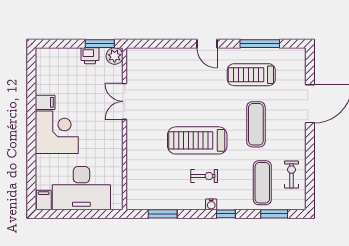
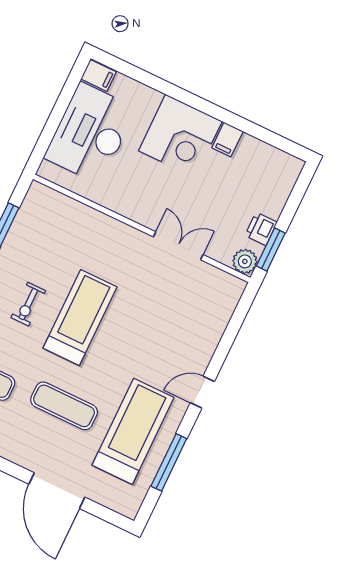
treadmill: (251, 75) -> (133, 431), width x1.37, depth x1.38

